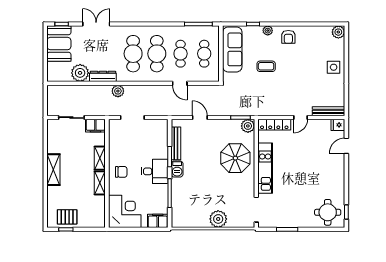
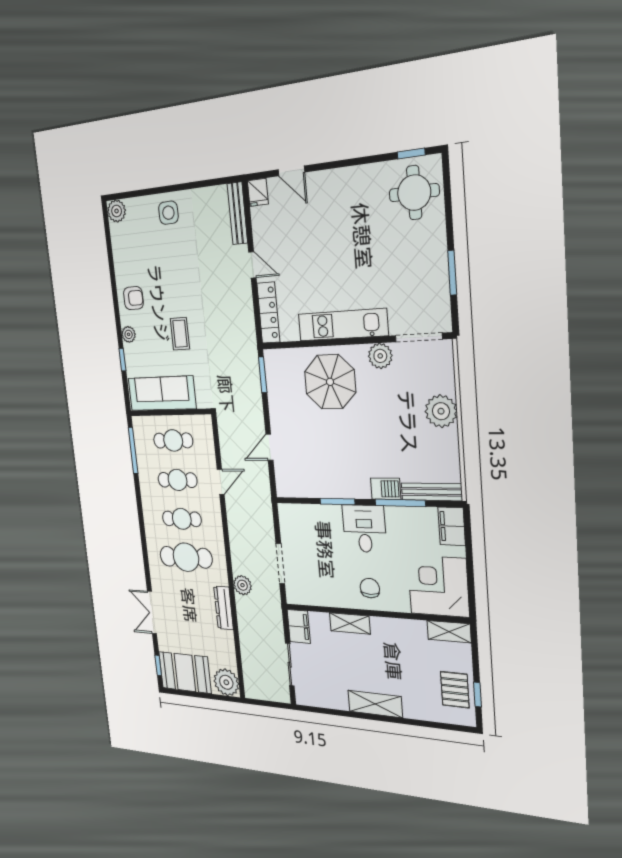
cafe table: (157, 54) -> (182, 519), width x0.73, depth x0.74
plant: (80, 73) -> (226, 682), moved
plant: (248, 126) -> (380, 356), moved
bench: (176, 143) -> (432, 492), moved
barbecue: (177, 169) -> (386, 489), moved
shelving: (100, 183) -> (449, 632), moved

